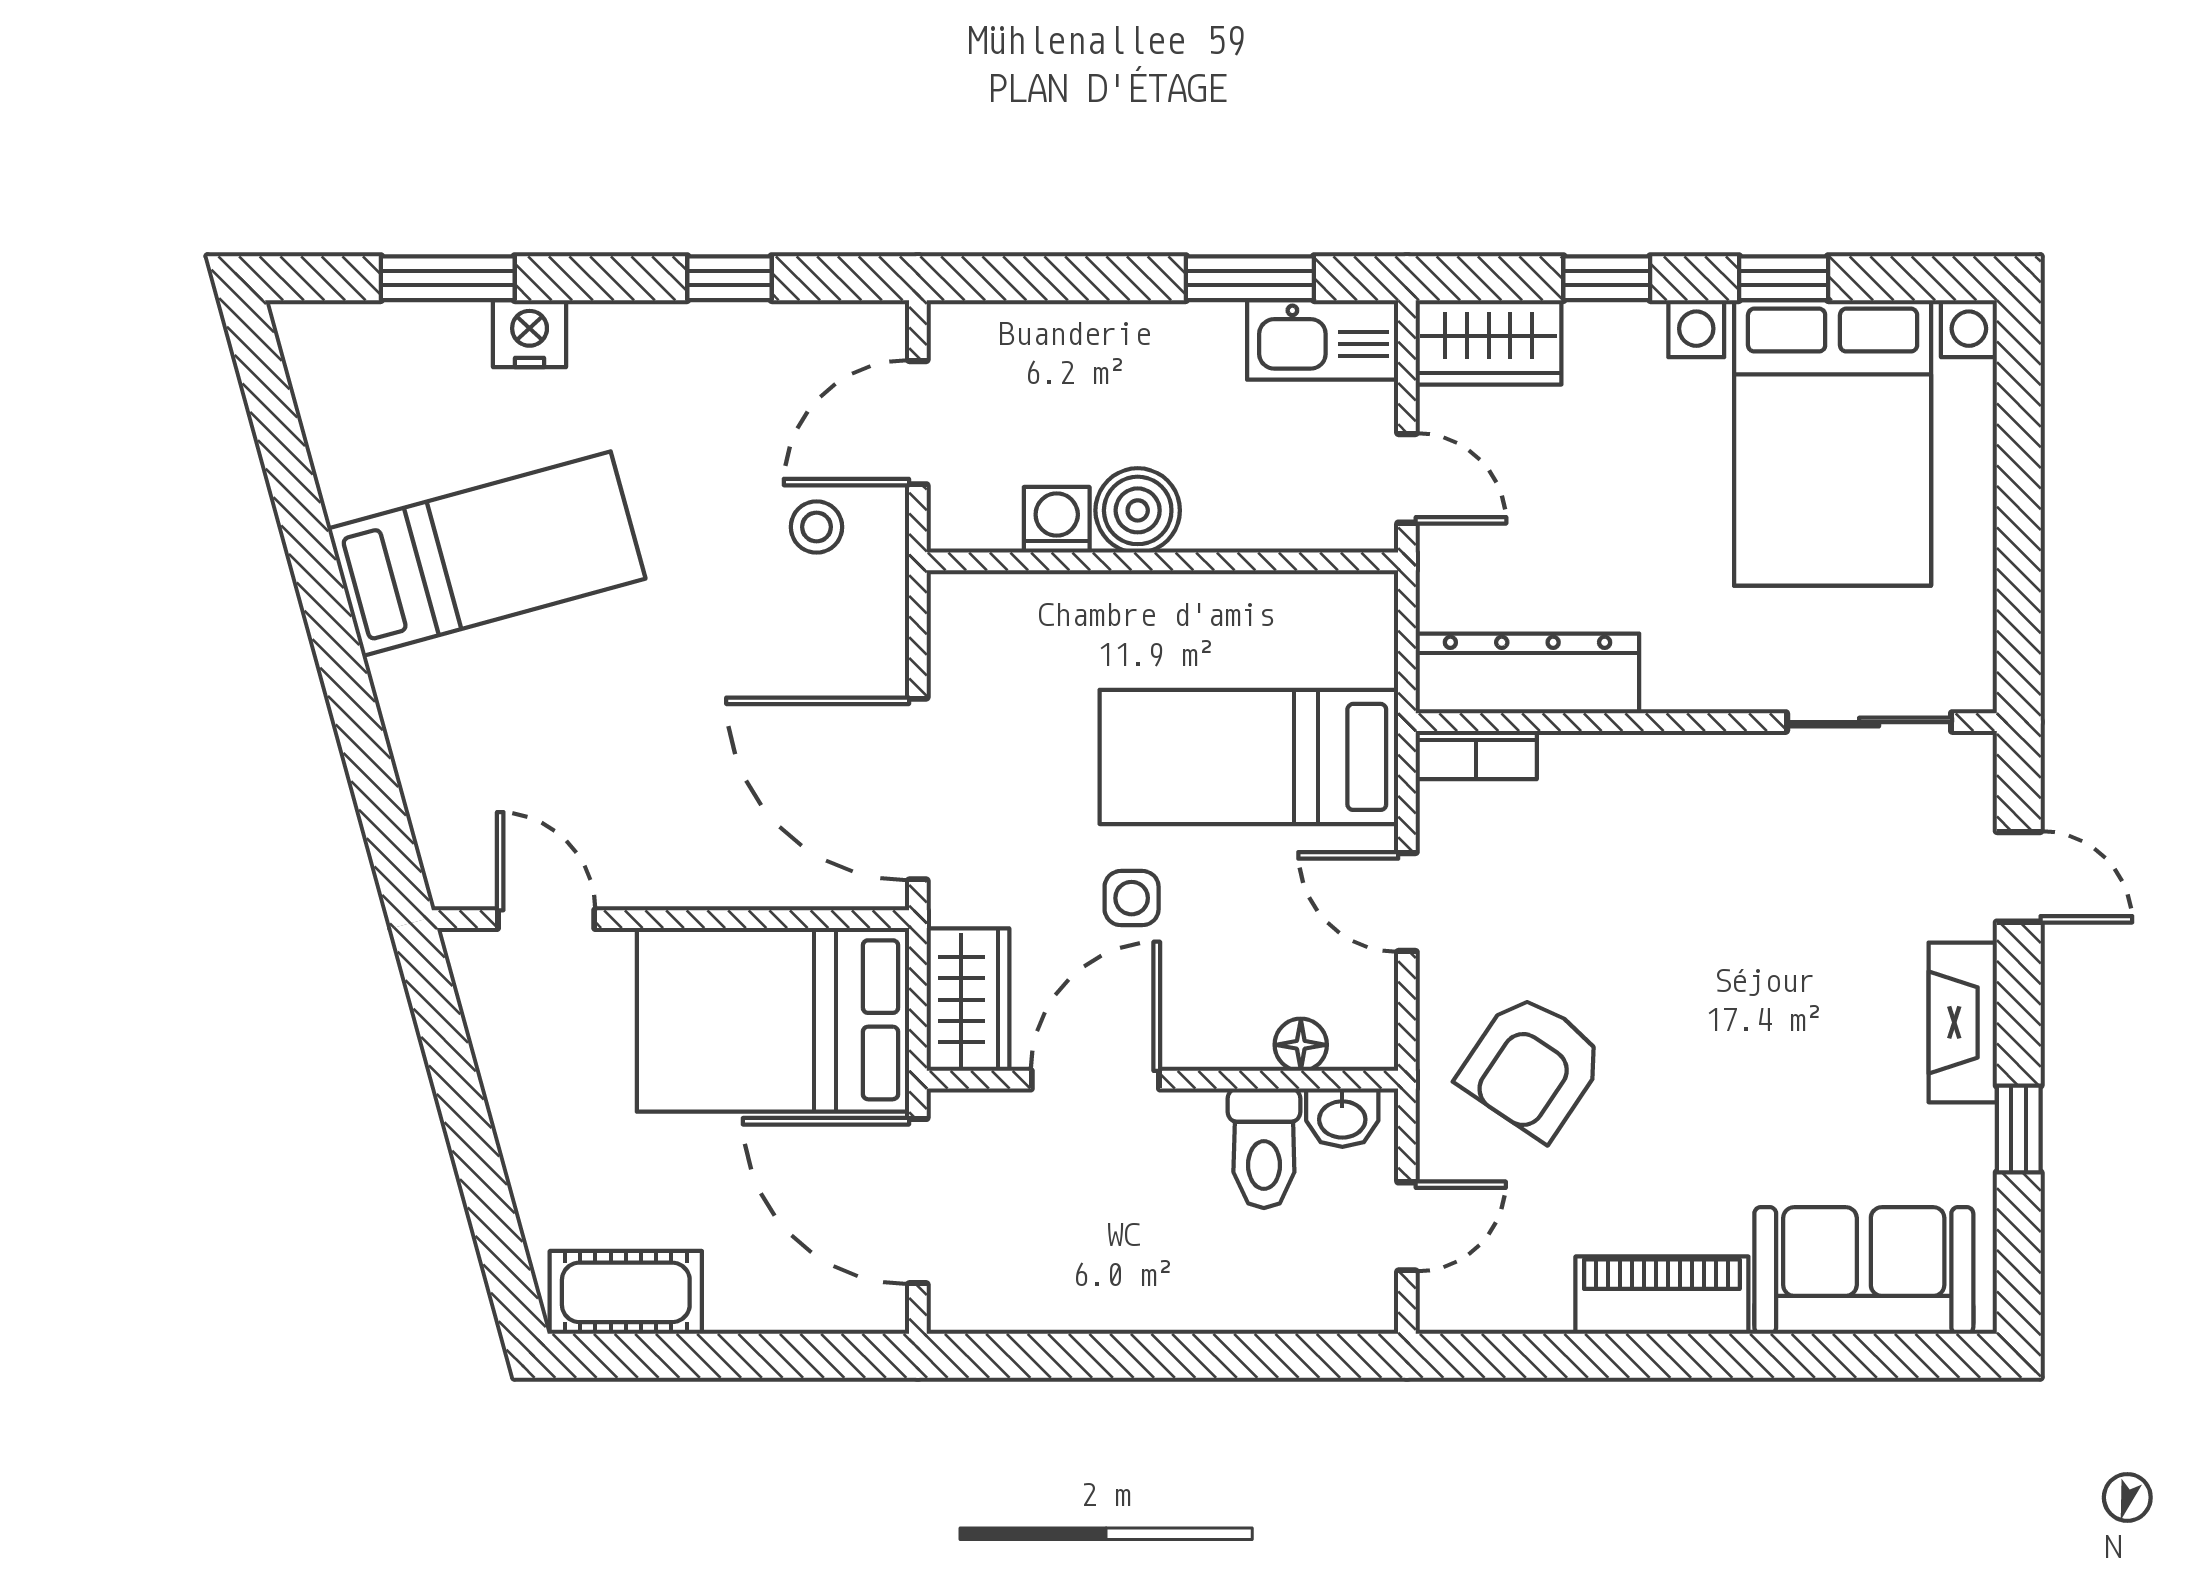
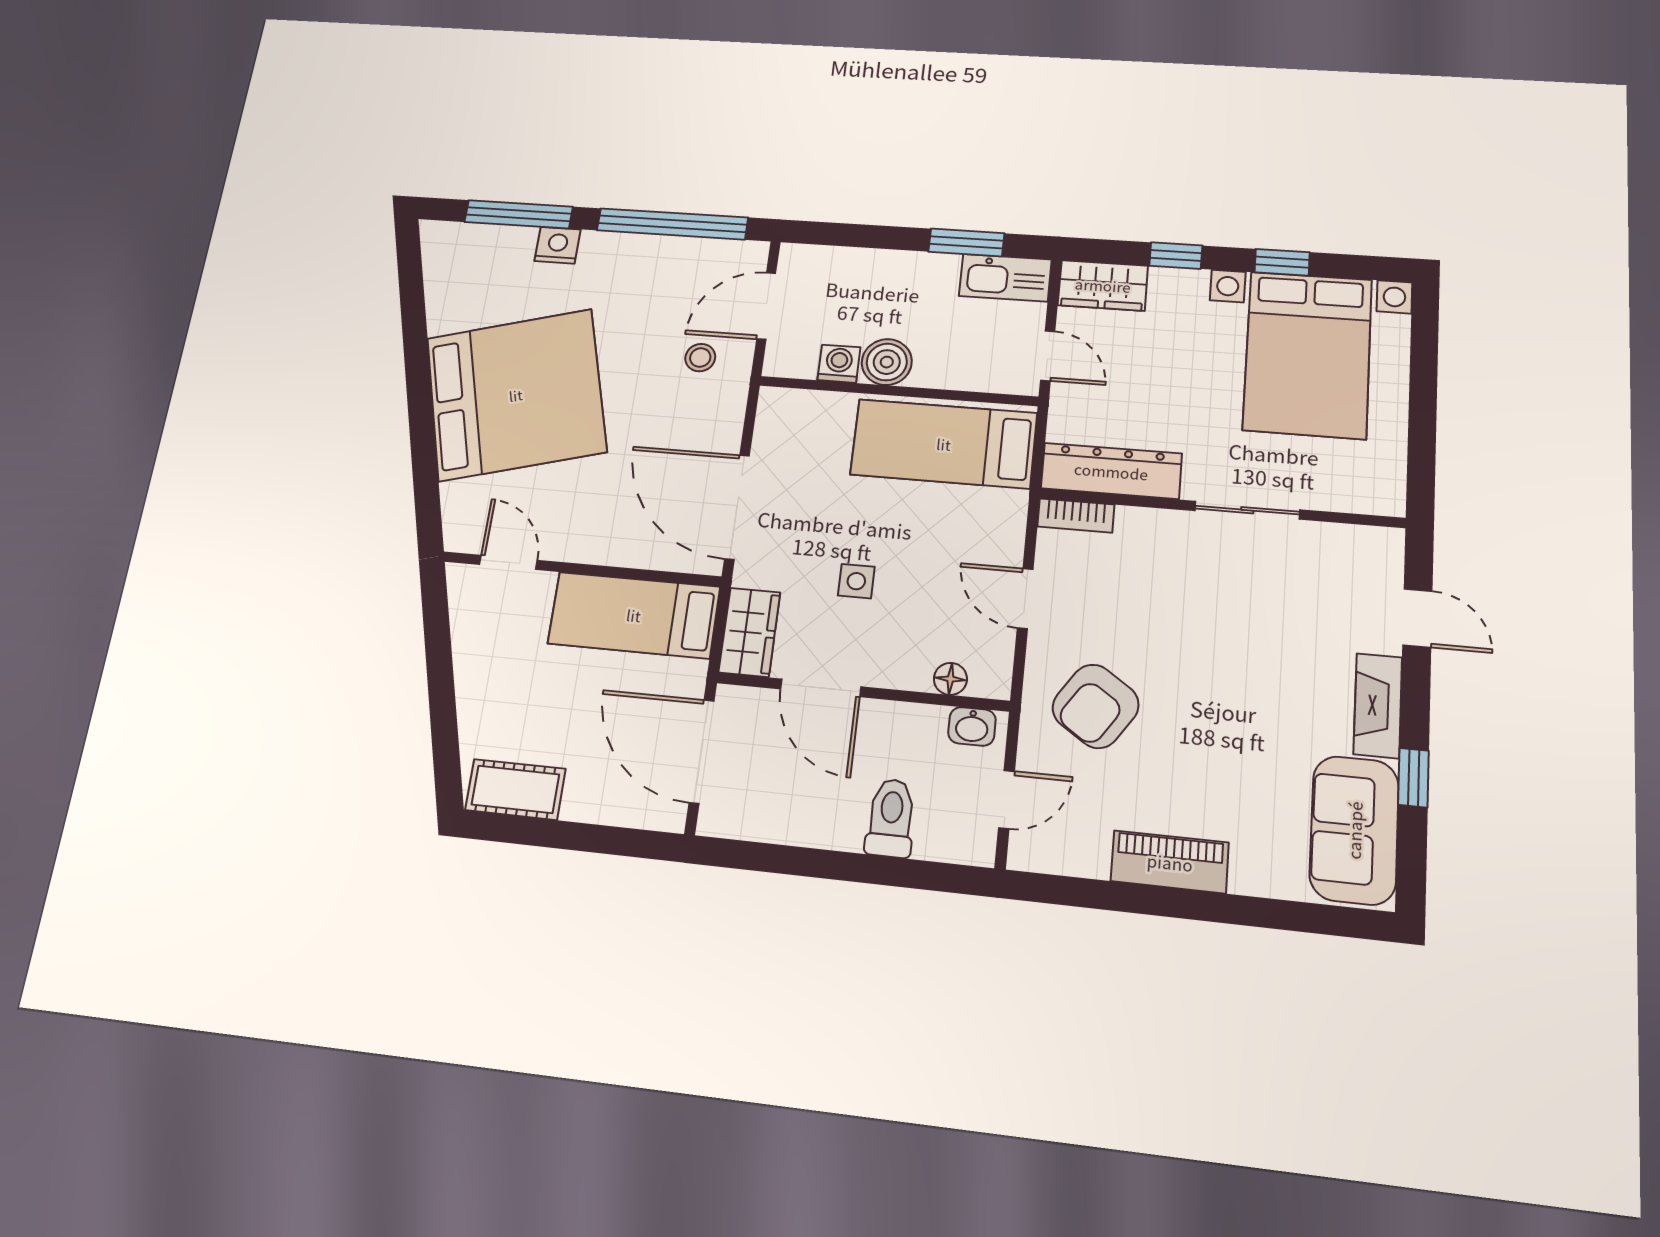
window: (448, 278) -> (519, 214), width x1.44
window: (729, 278) -> (672, 224), width x3.17
bed: (486, 554) -> (516, 395), width x2.04
sliding door: (1869, 722) -> (1247, 510), moved
bed: (1249, 757) -> (944, 444), moved
bed: (773, 1020) -> (634, 615), width x0.67
door: (1095, 1080) -> (821, 688), swing flipped
toilet: (1264, 1148) -> (891, 818), moved, turned 180
sofa: (1864, 1270) -> (1354, 830), moved, turned -90

